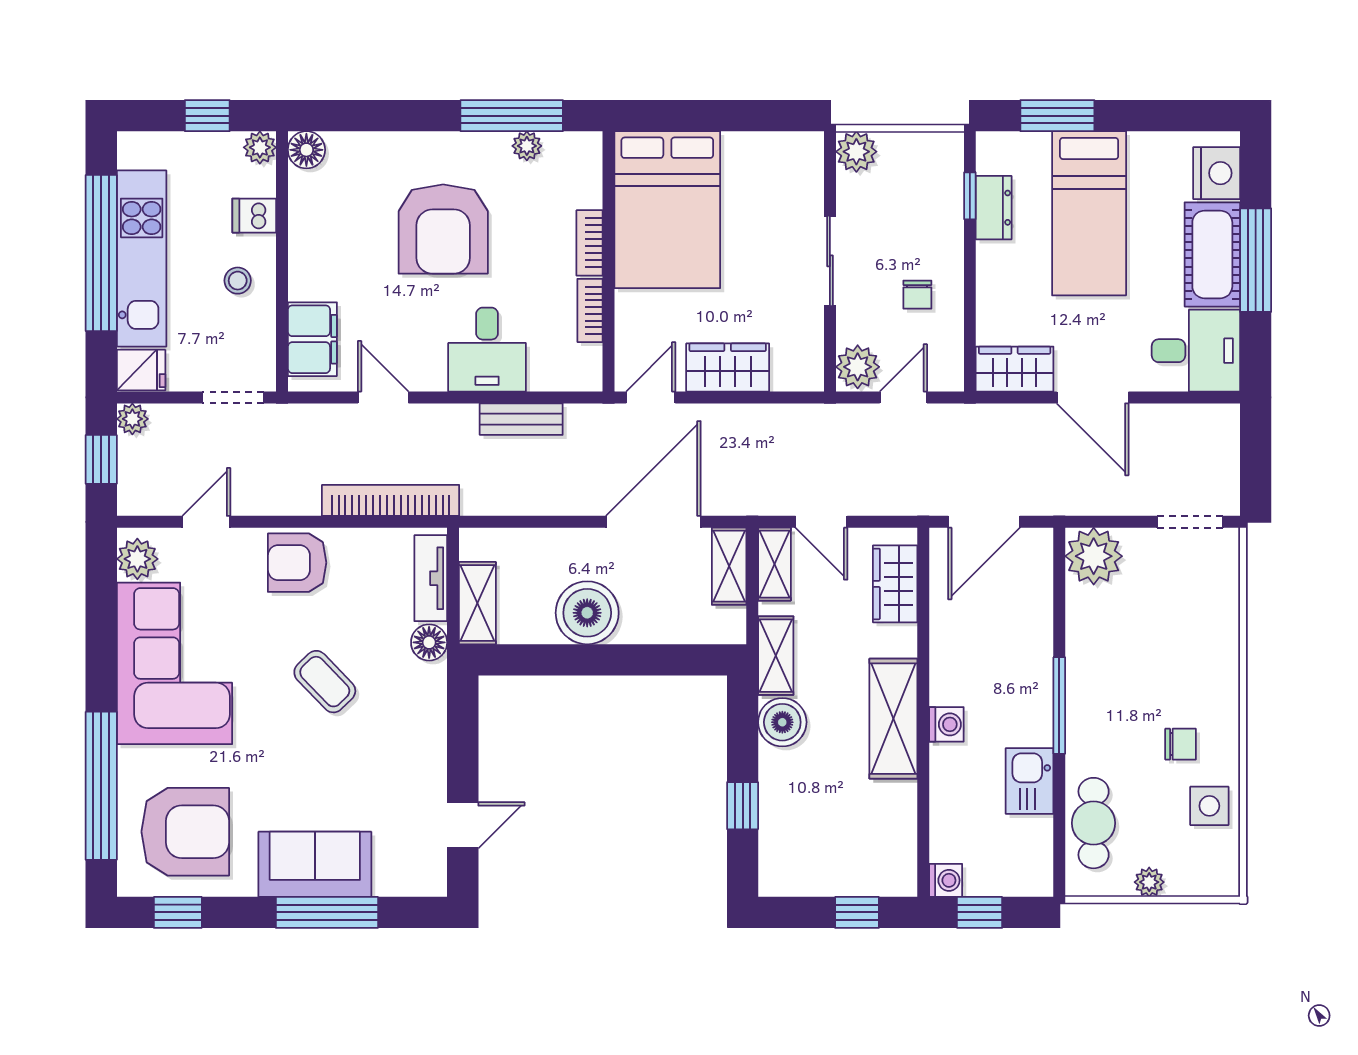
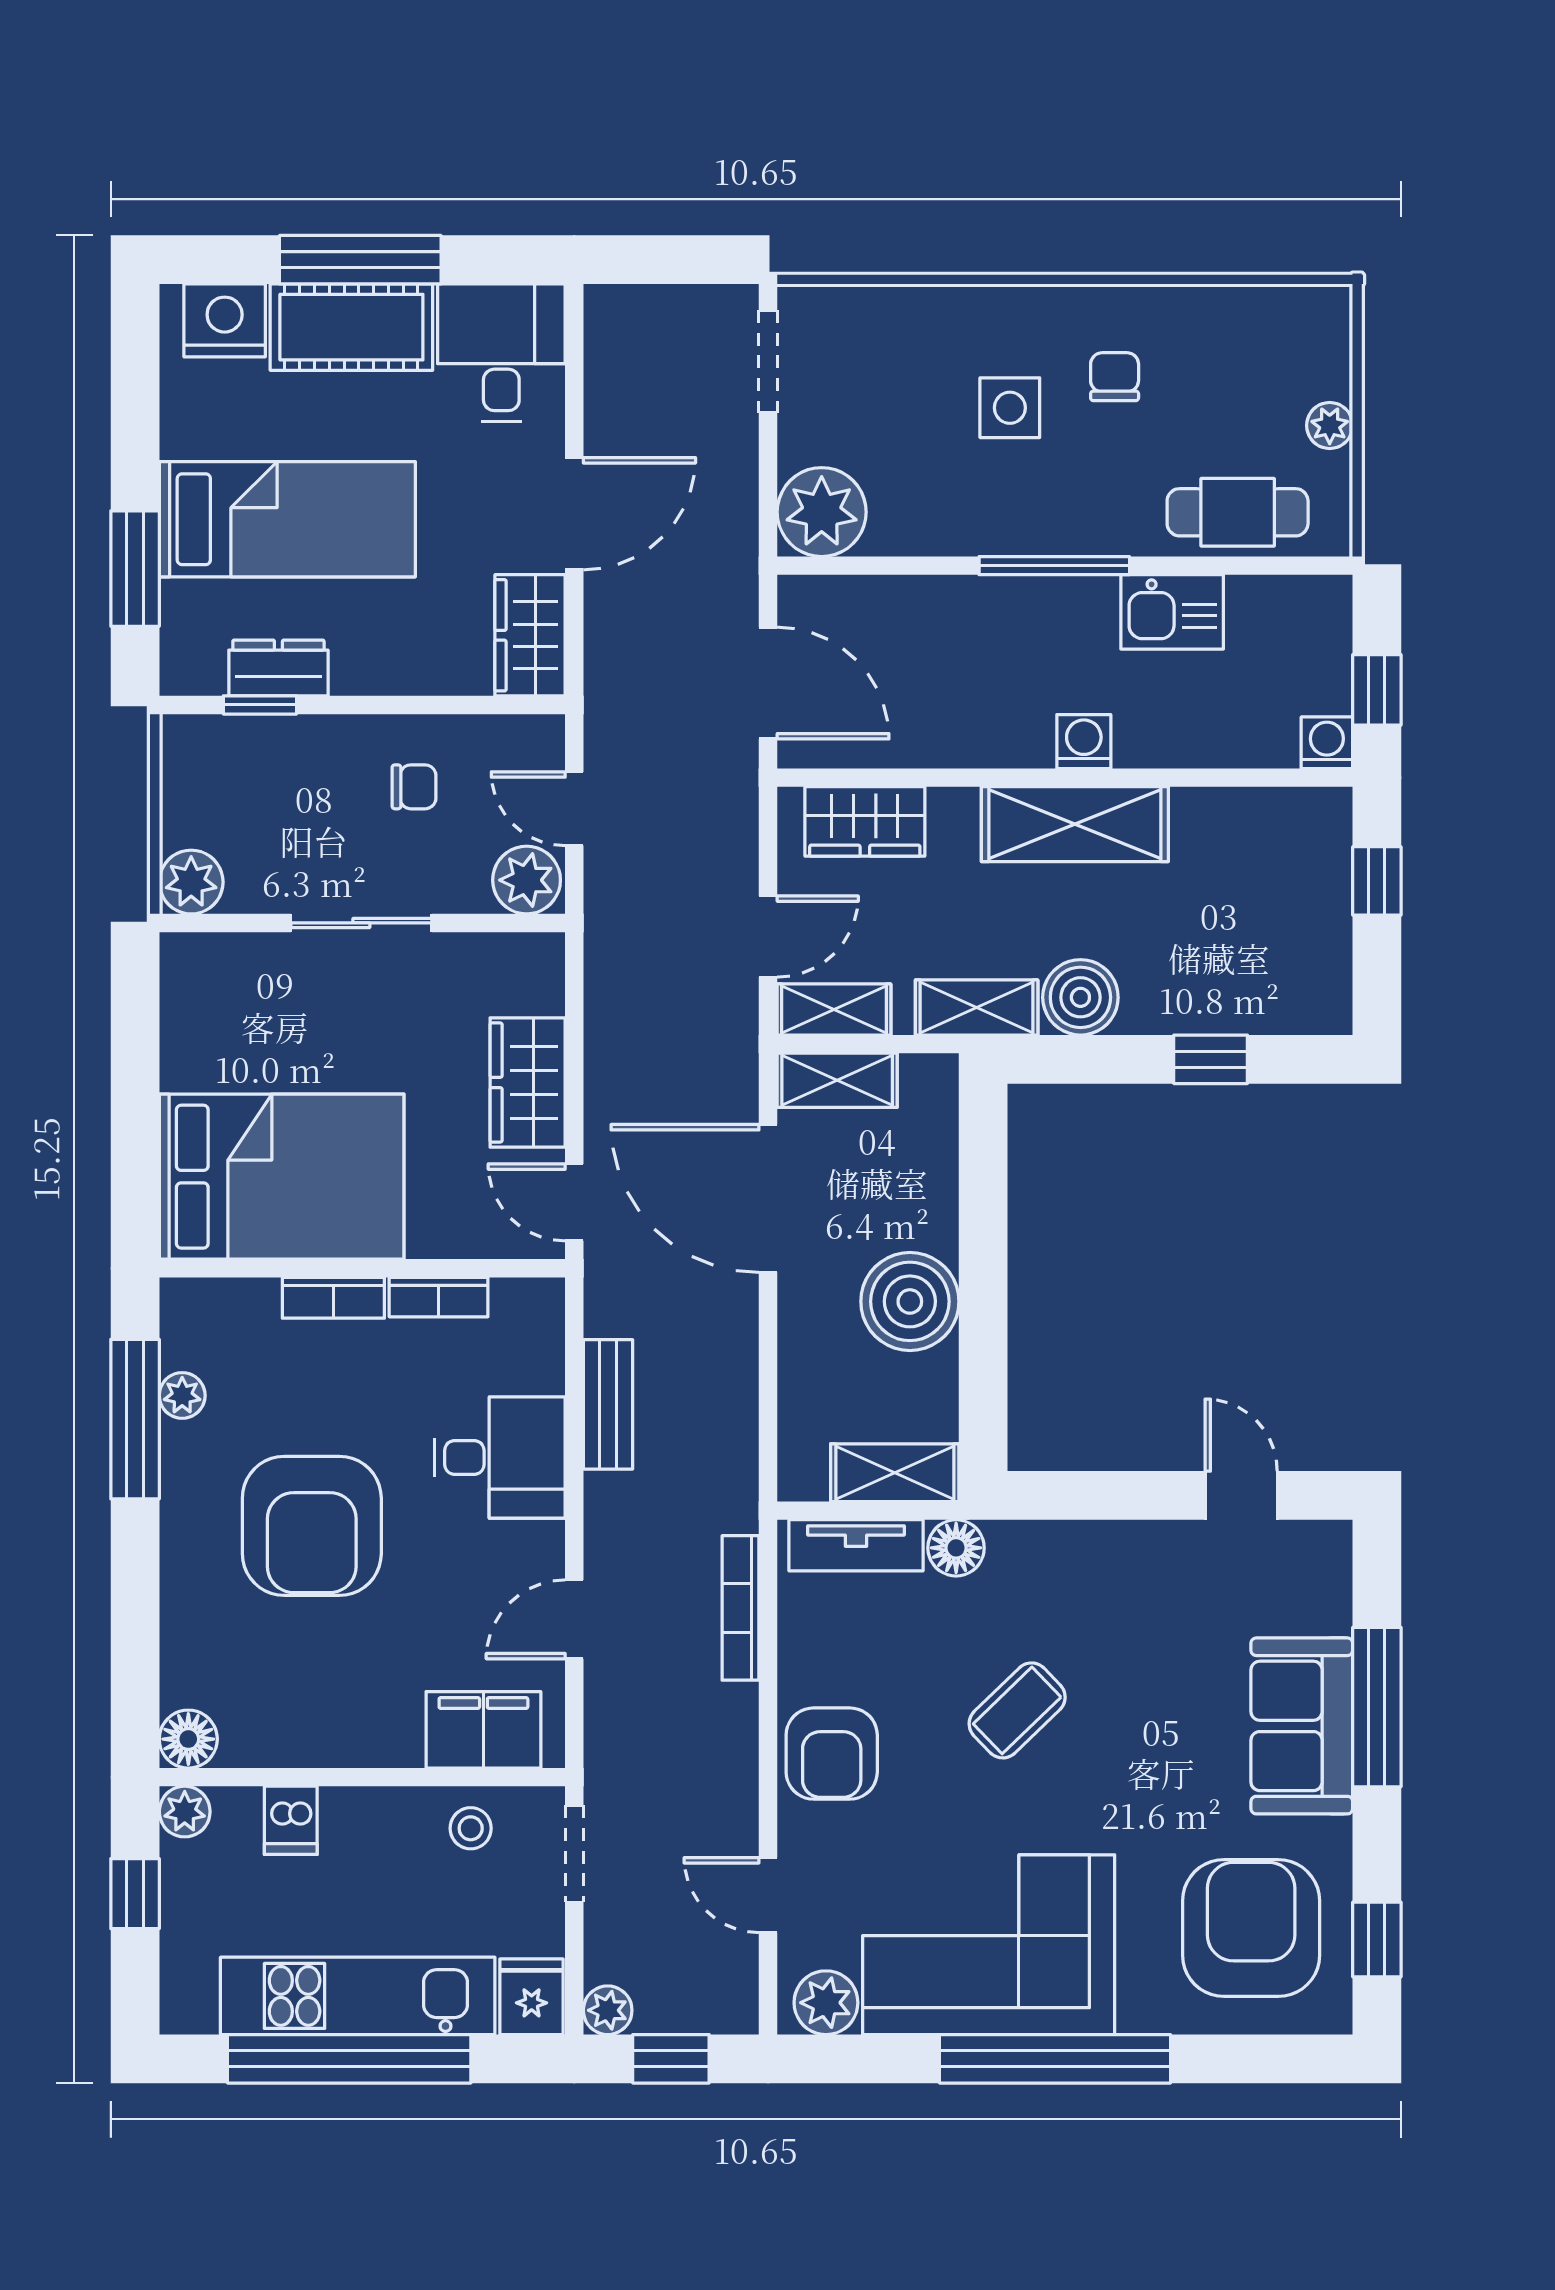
armchair: (443, 229) -> (312, 1526), turned 90
stool: (238, 281) -> (471, 1828), moved
bookcase: (391, 500) -> (740, 1608), width x0.68, depth x0.76
window: (101, 786) -> (1055, 2059), moved
side table: (1209, 806) -> (1010, 408), moved

